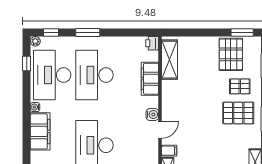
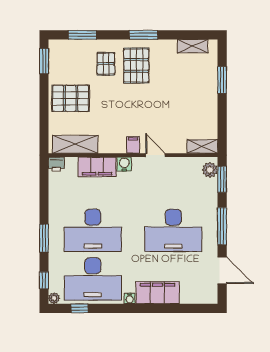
pallet: (231, 54) -> (71, 98), moved
water cooler: (152, 115) -> (124, 164), moved
filing cabinet: (169, 151) -> (133, 145), moved

